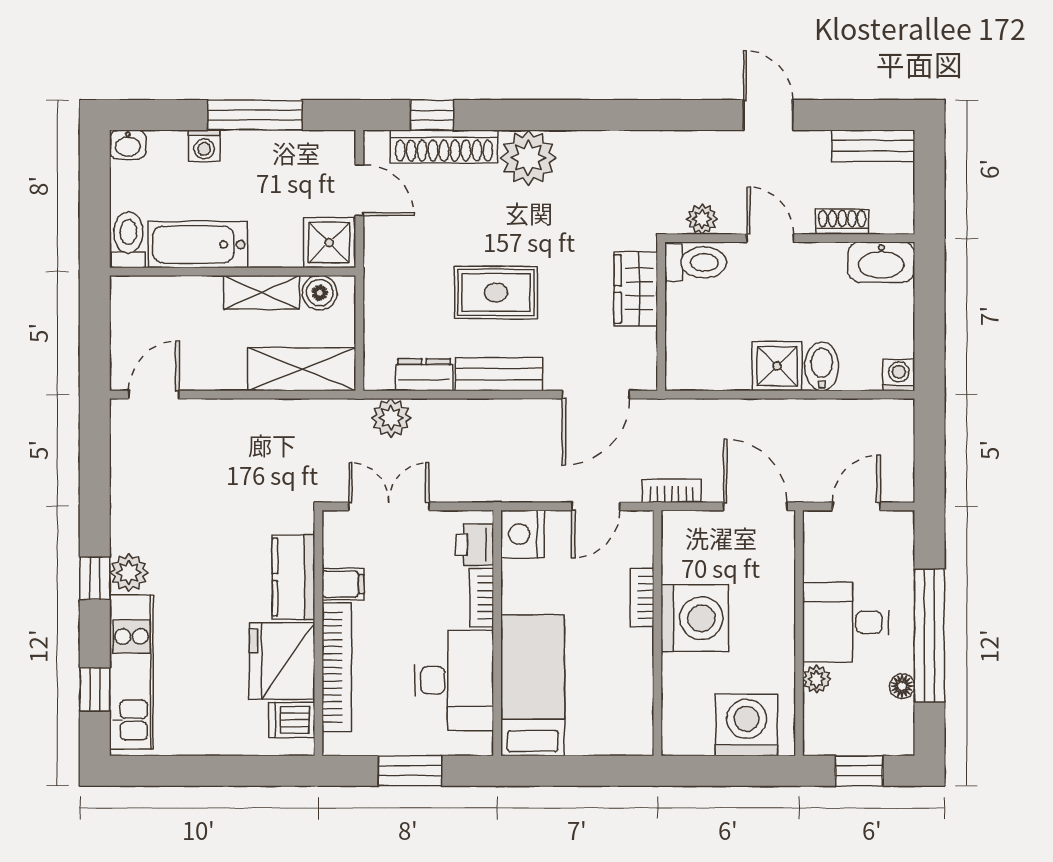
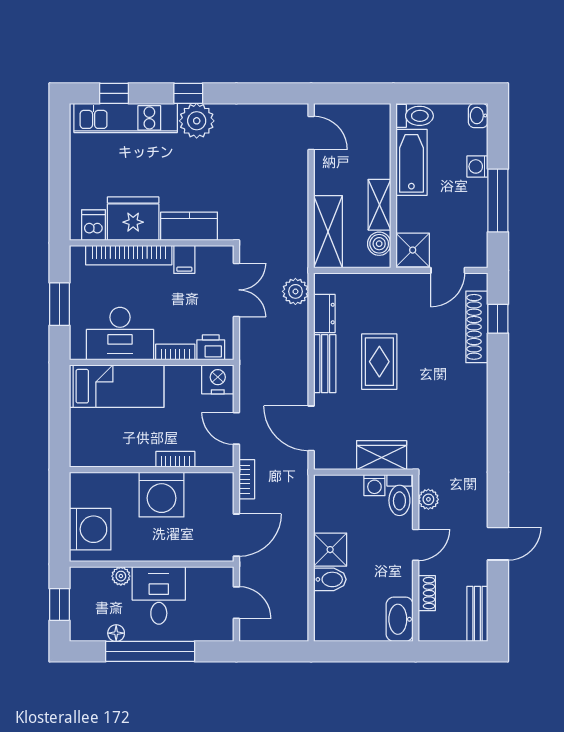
plant: (528, 158) -> (469, 383), removed
washing machine: (899, 375) -> (374, 485), moved, turned 90
plant: (129, 573) -> (197, 121), width x1.36, depth x1.36

